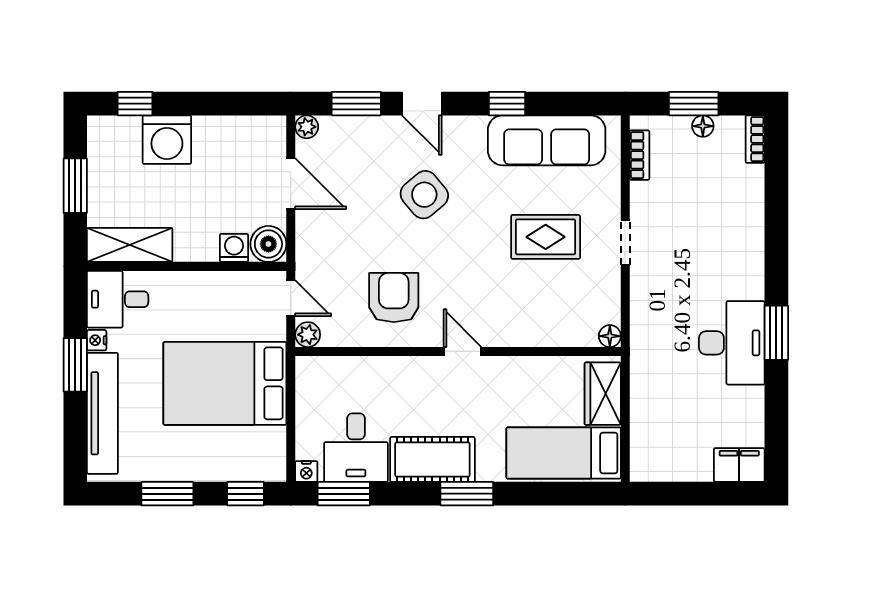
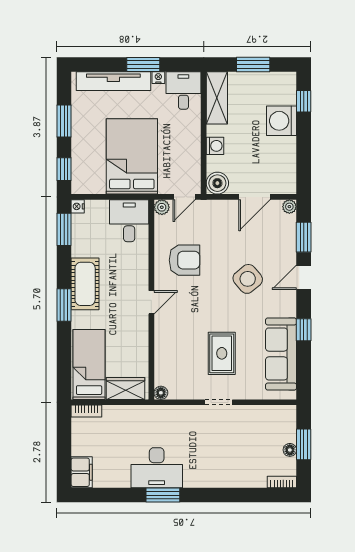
bookcase: (640, 155) -> (86, 411), moved
washing machine: (234, 248) -> (215, 146), moved
desk: (356, 448) -> (129, 221), moved, turned 90

